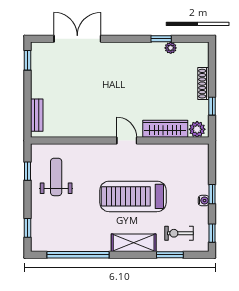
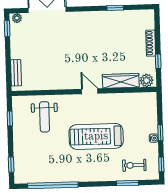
plant: (171, 48) -> (17, 18), moved
weight bench: (56, 177) -> (45, 117), moved, turned 180
shelving: (134, 243) -> (98, 174), removed

